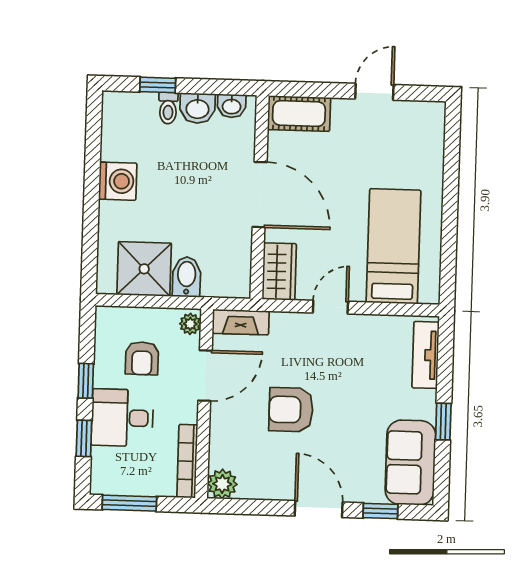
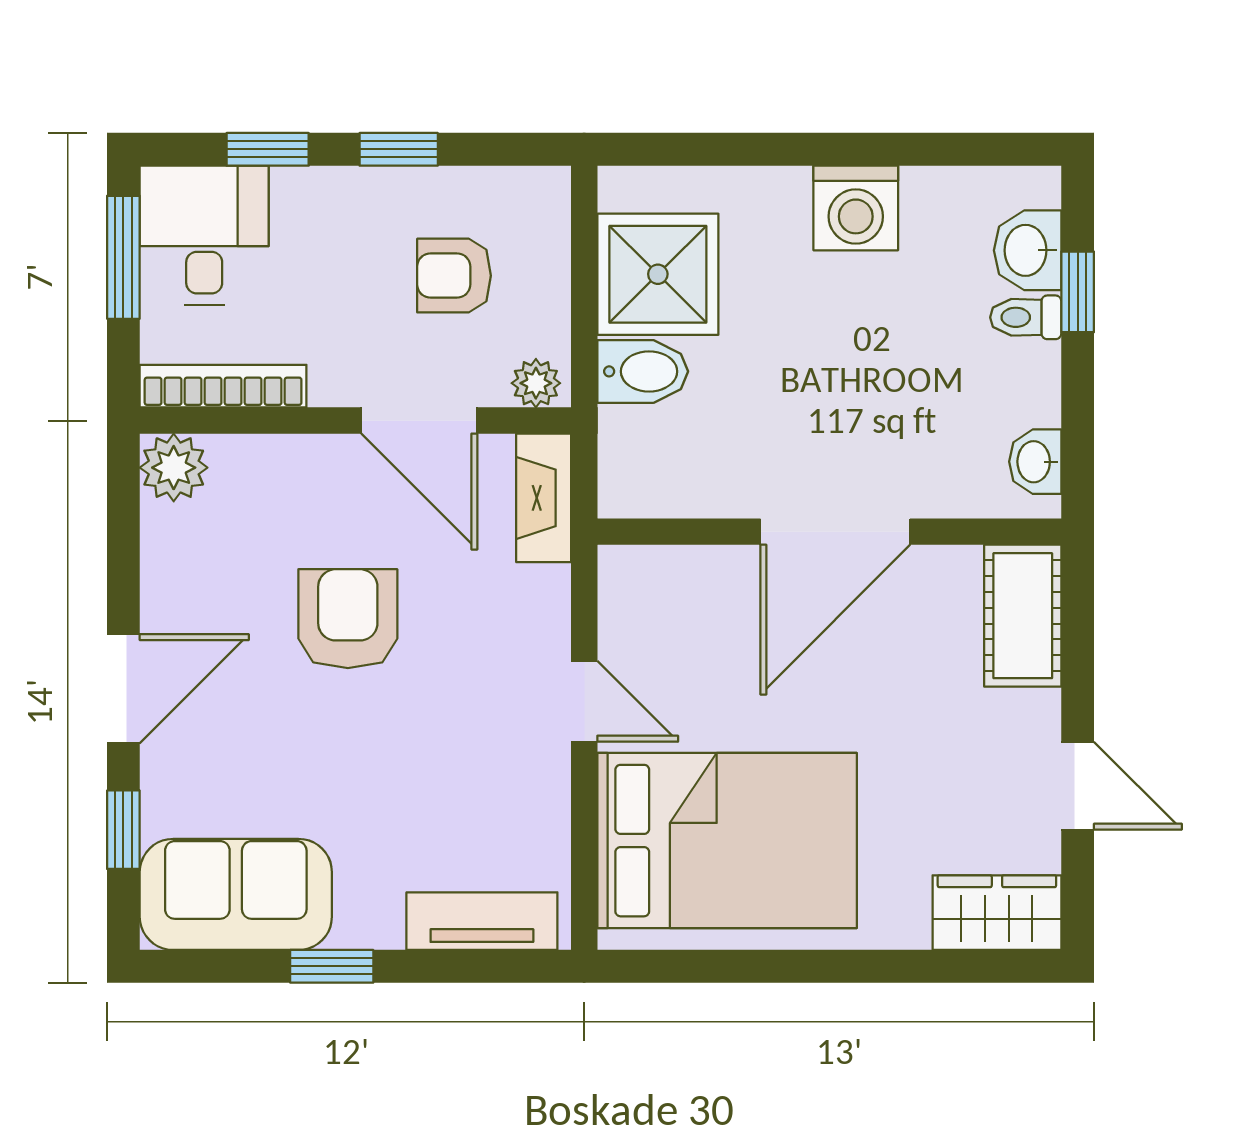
washbasin: (198, 108) -> (1028, 250), moved
bed: (394, 246) -> (727, 841), width x1.50
wardrobe: (279, 271) -> (997, 913), moved, turned 180
desk: (122, 418) -> (204, 235), moved

